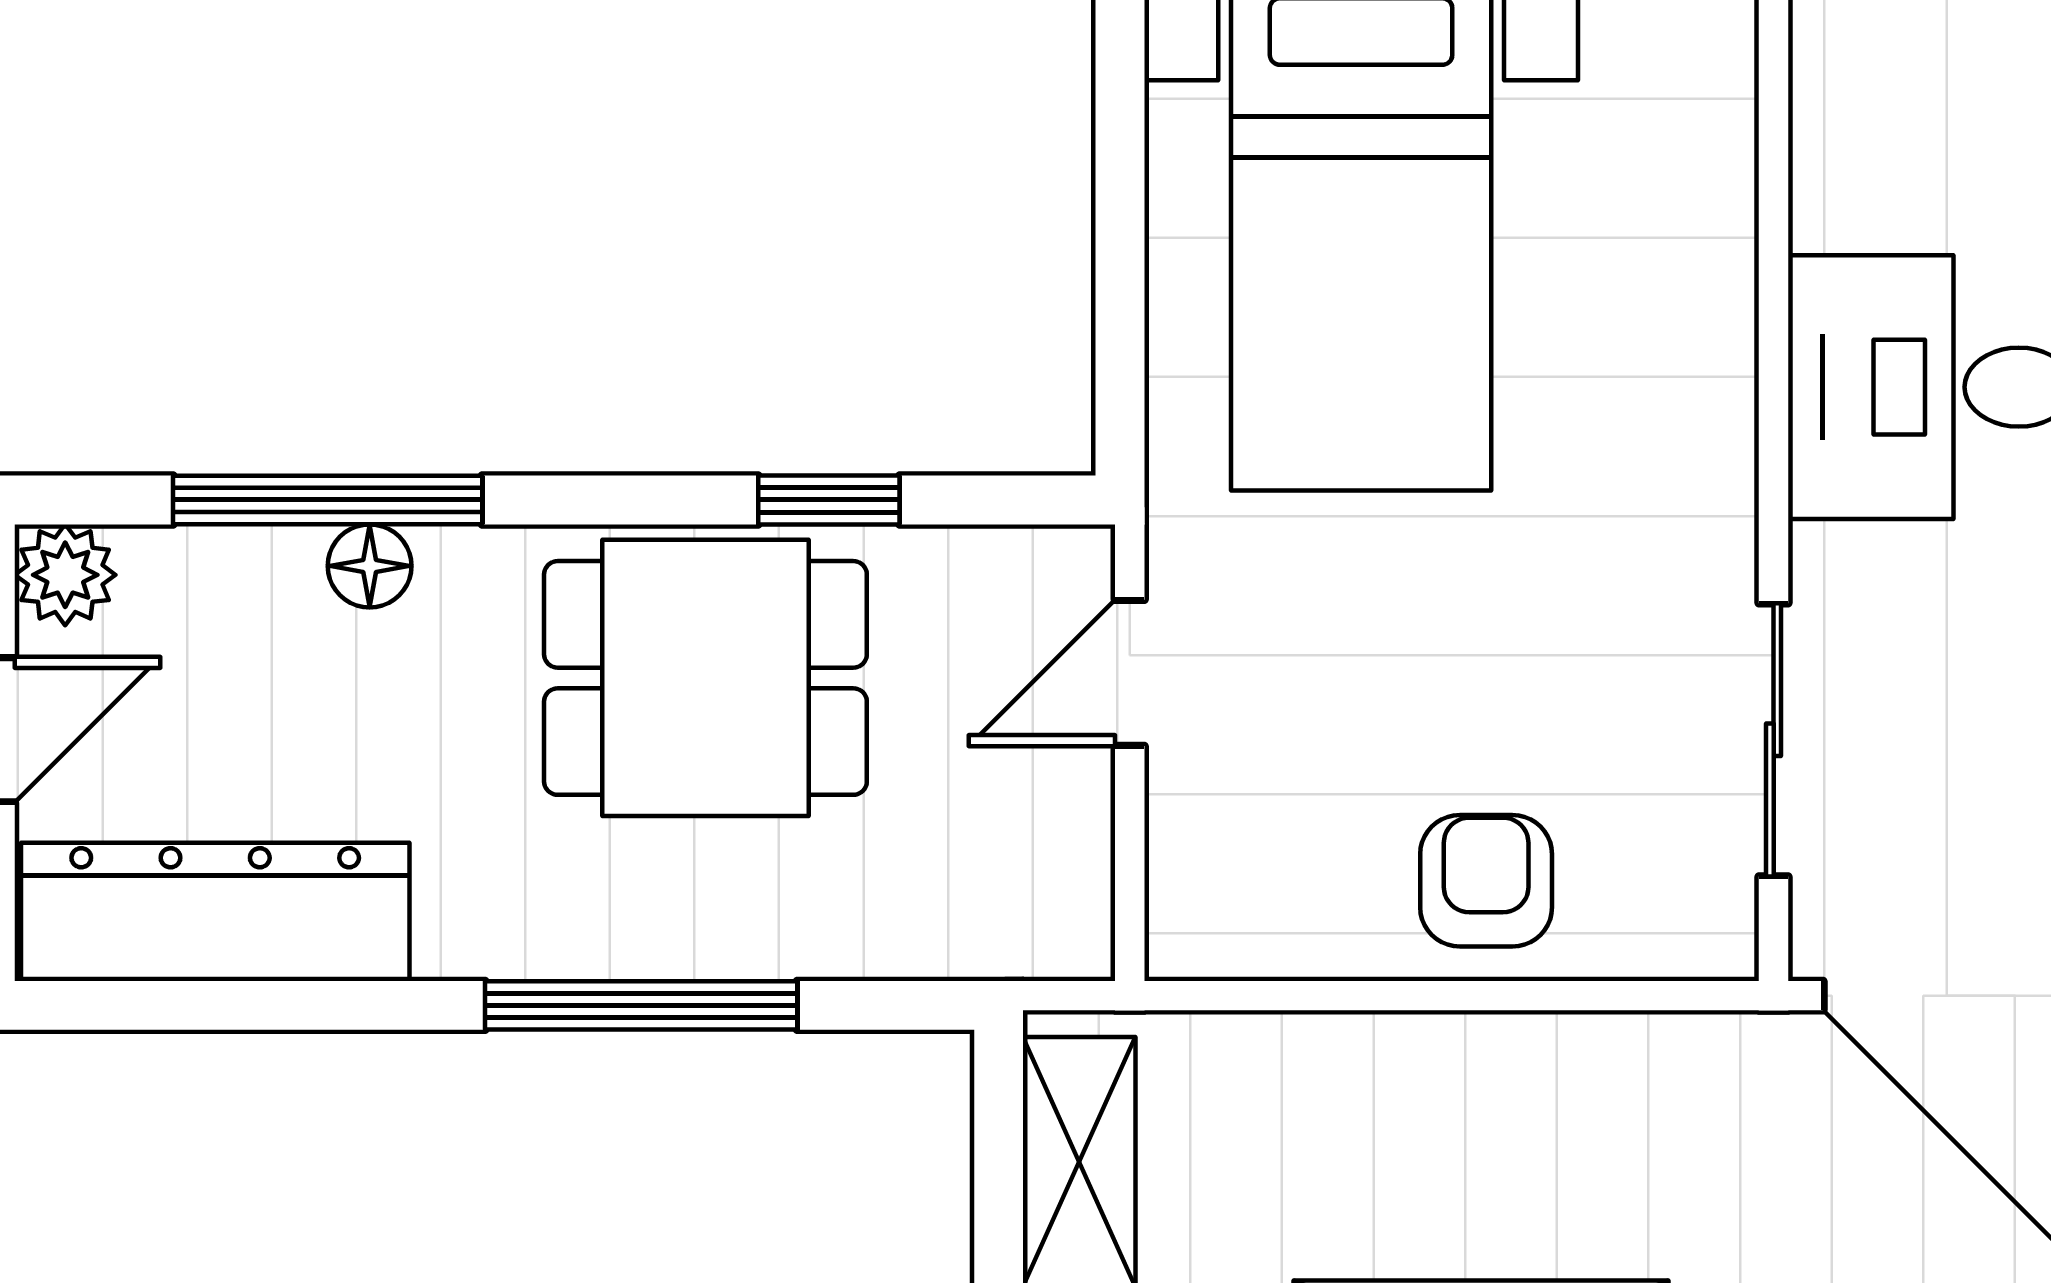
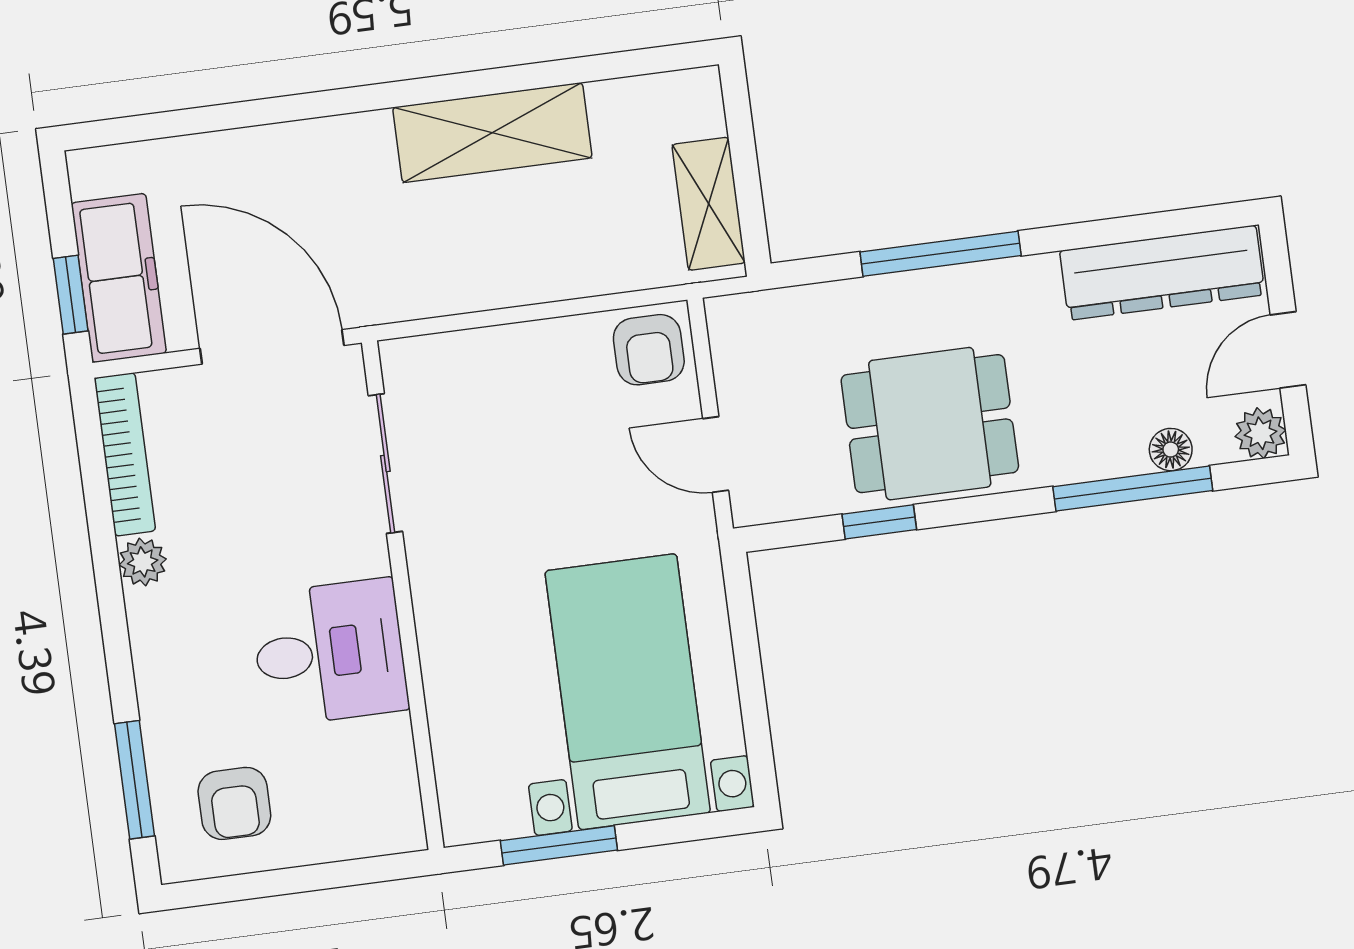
floor lamp: (370, 566) -> (1171, 450), moved
door: (1130, 673) -> (716, 454), swing flipped
armchair: (1486, 881) -> (649, 350), moved

